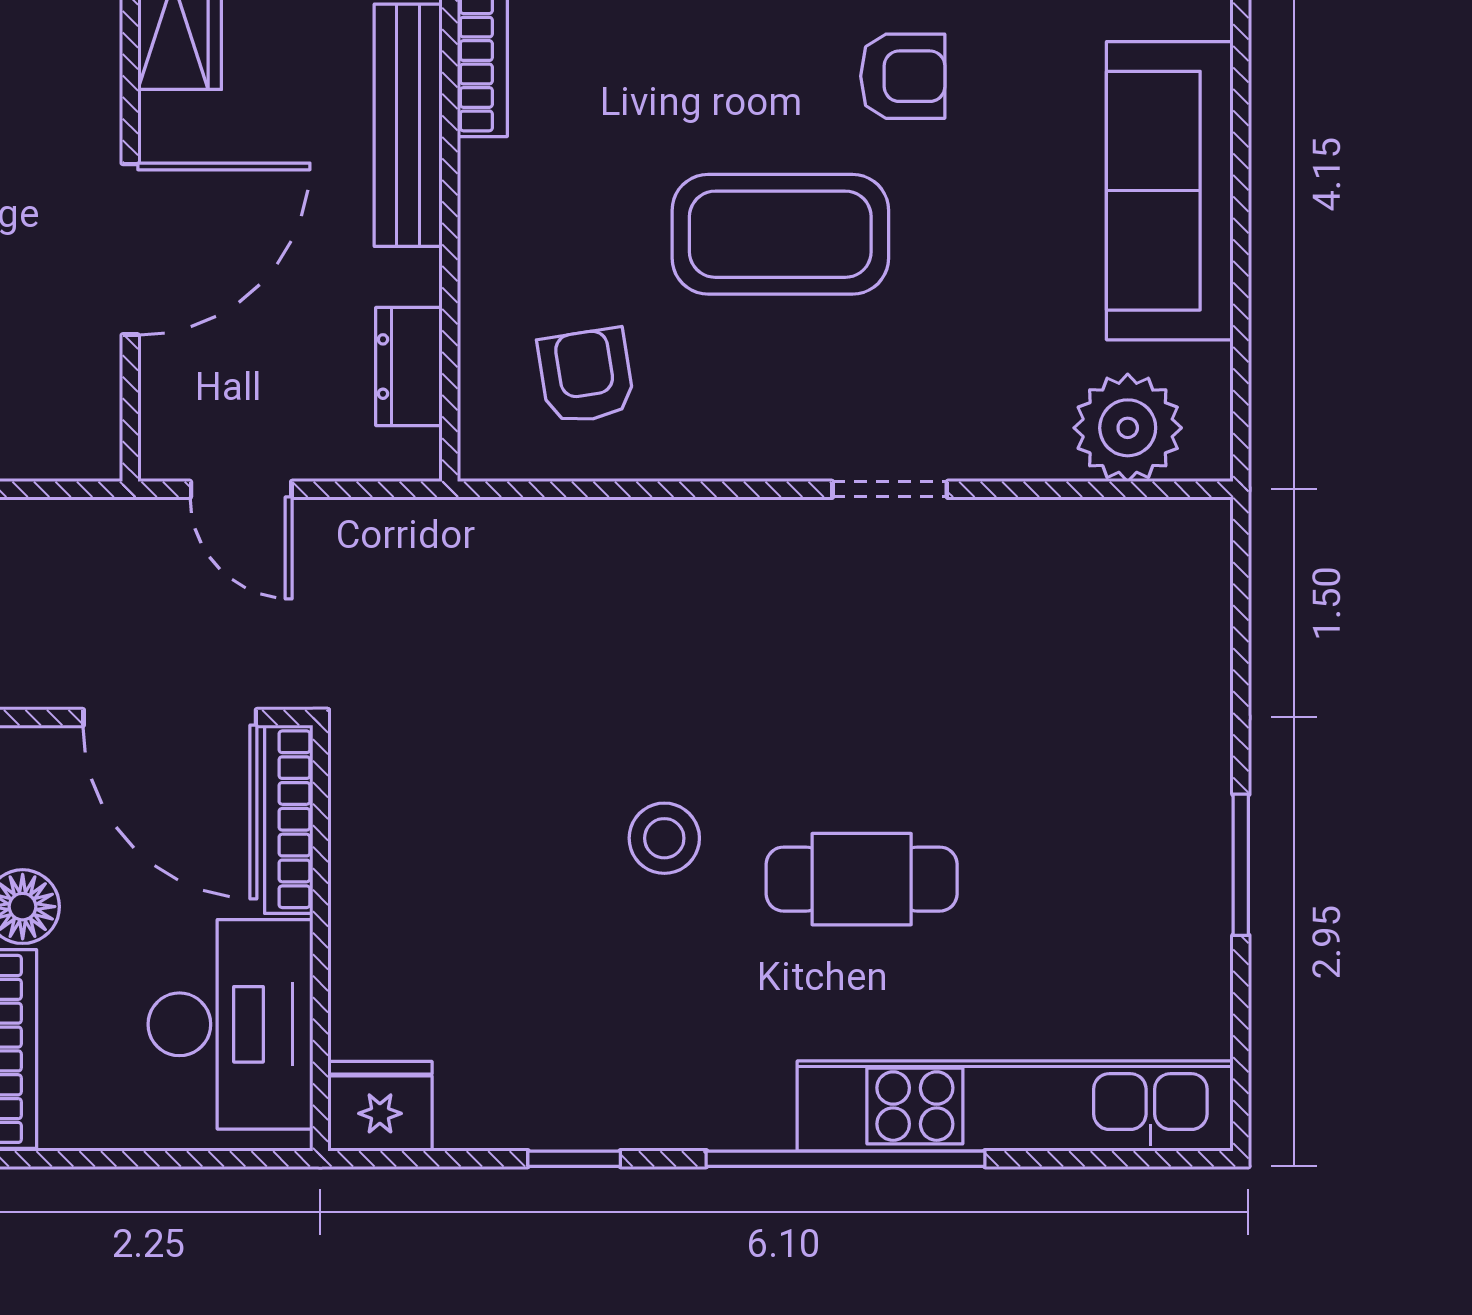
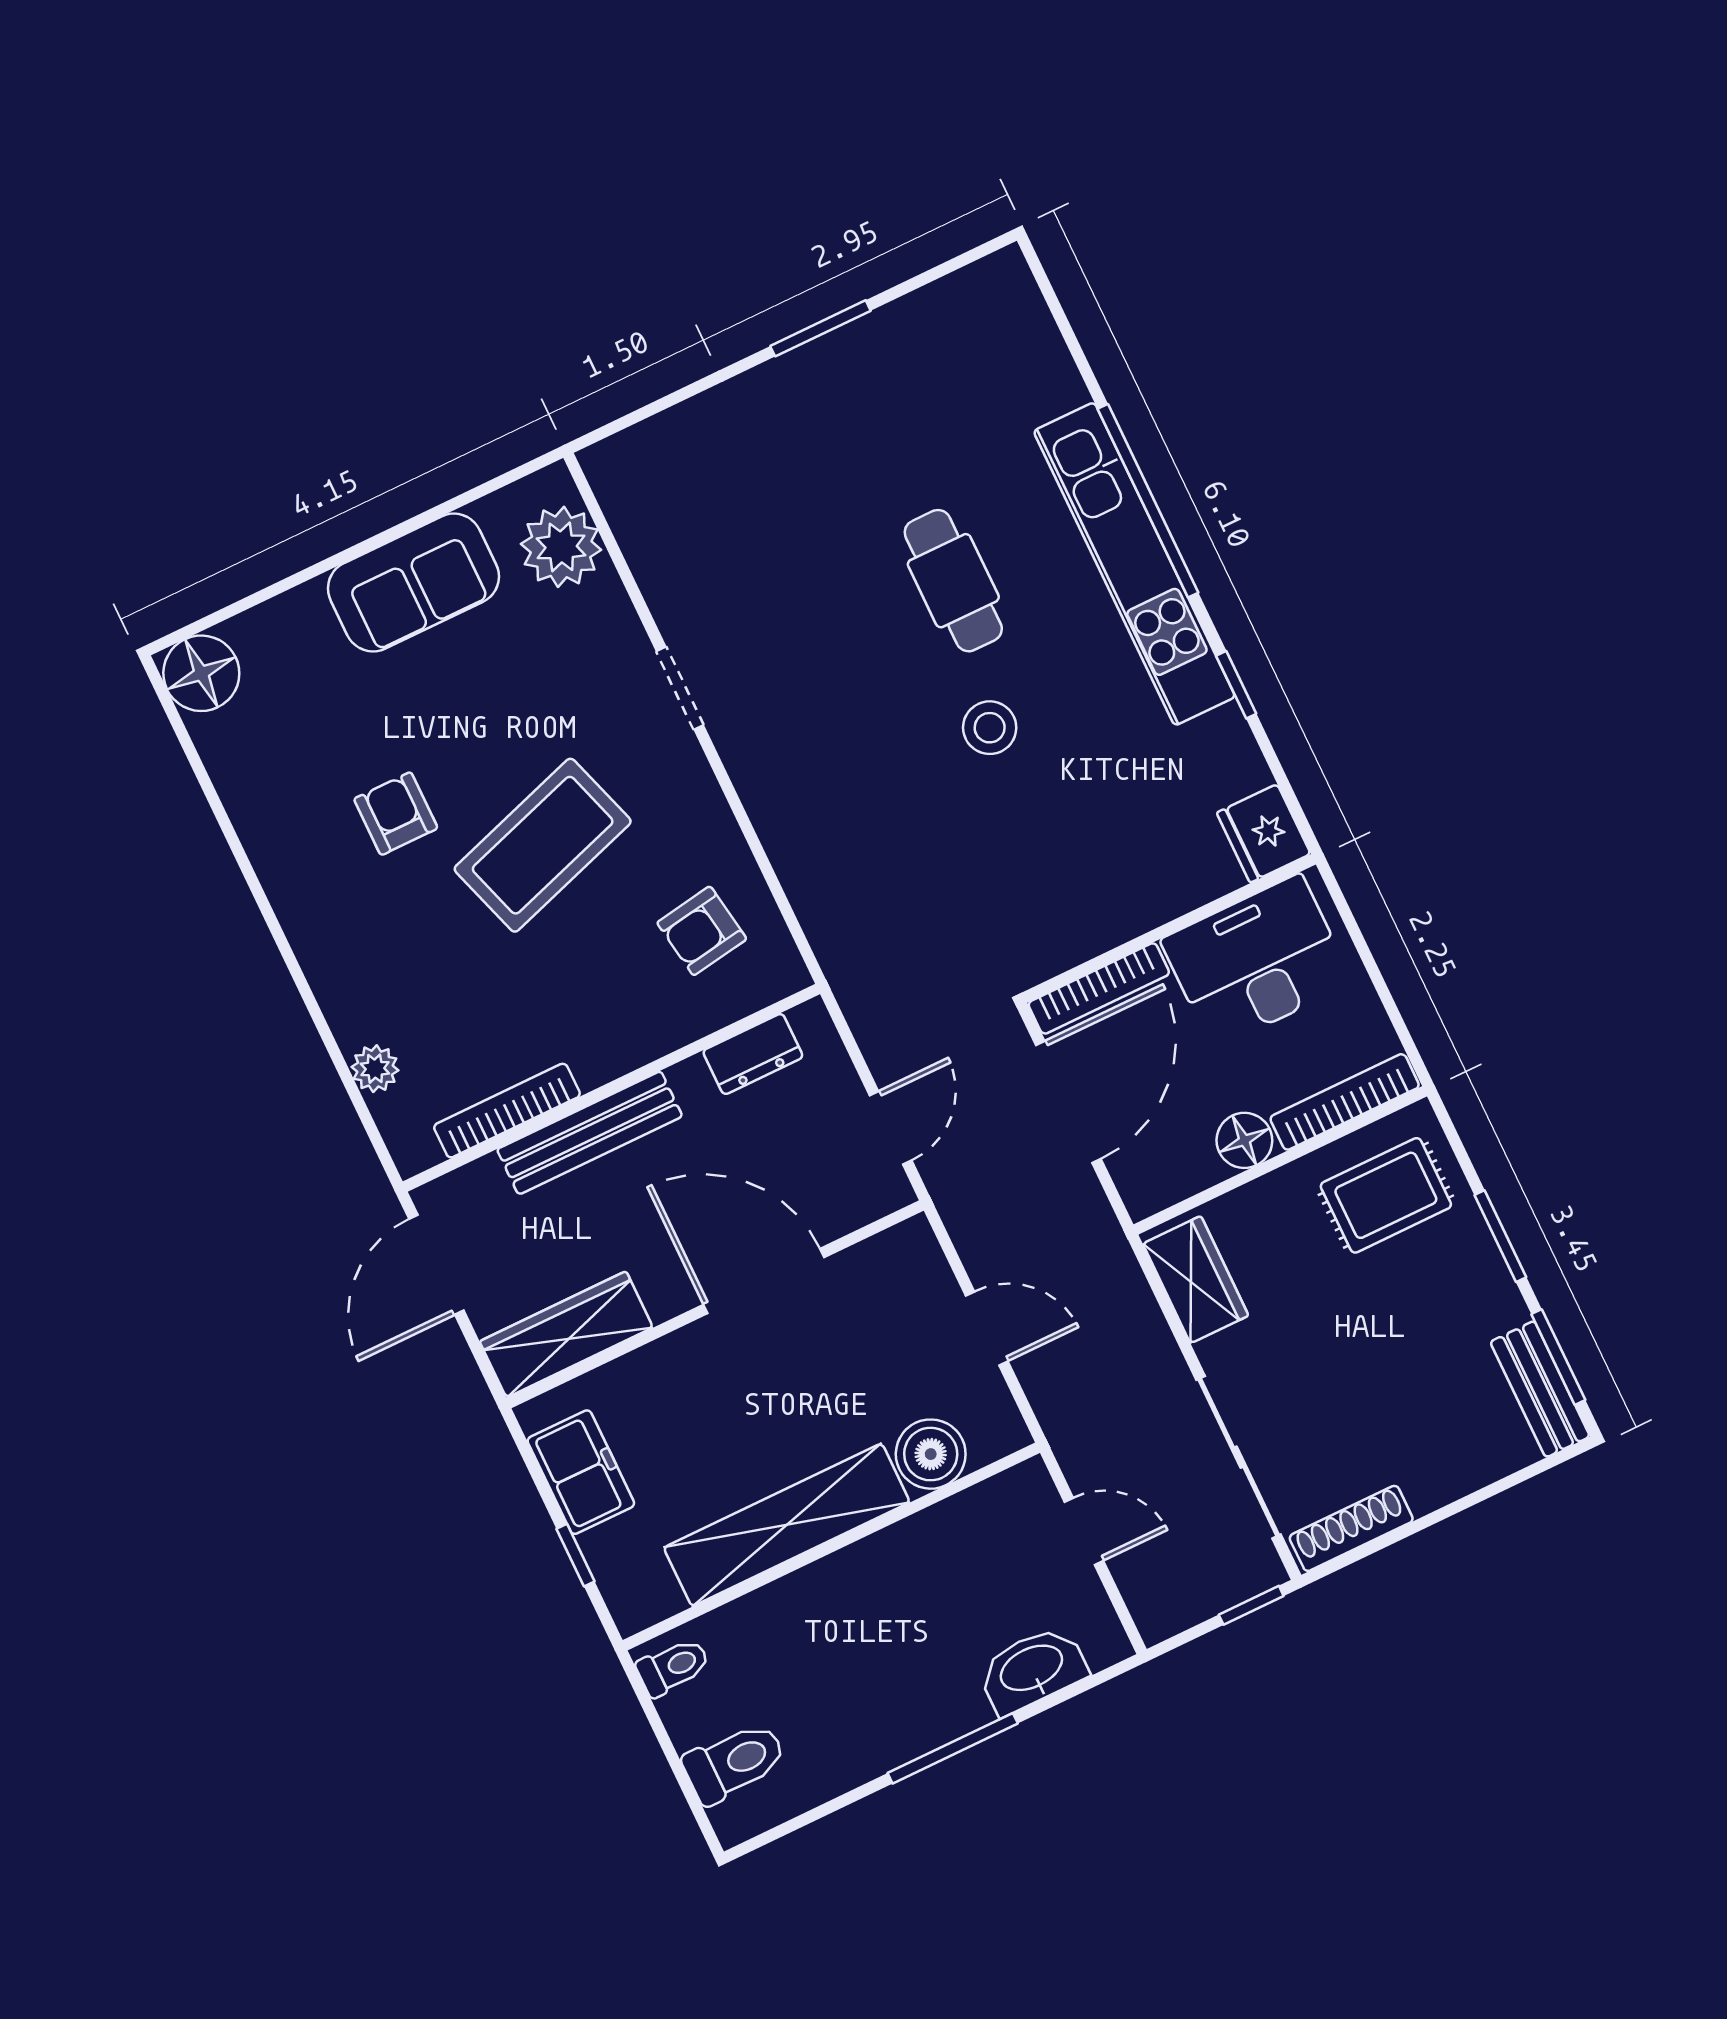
sofa: (1170, 191) -> (413, 582), width x0.73
coffee table: (780, 234) -> (543, 845), turned 72
kitchen unit: (1015, 1106) -> (1134, 564), moved

